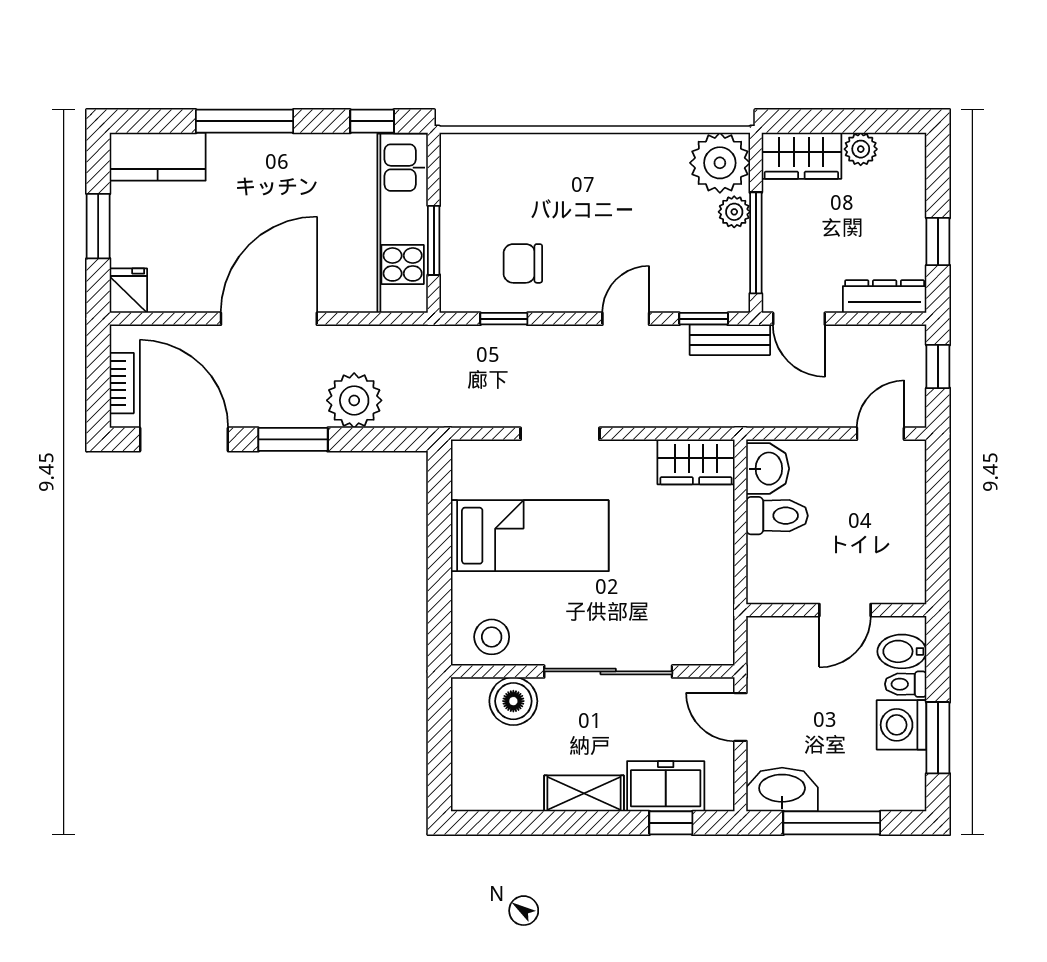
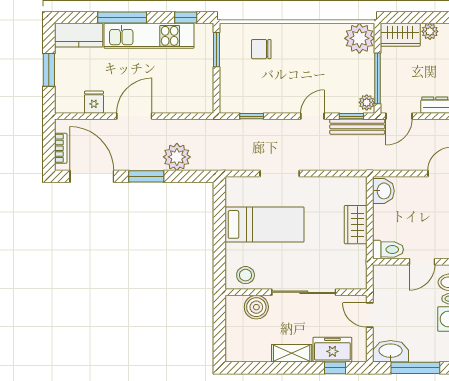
plant: (734, 212) -> (367, 102), moved
kitchen unit: (403, 223) -> (149, 36), moved, turned -90
window: (434, 240) -> (217, 50), moved
chair: (523, 263) -> (261, 49), moved
fridge: (128, 291) -> (94, 102), moved
door: (269, 319) -> (134, 116), width x0.73
door: (799, 319) -> (399, 116), hinge flipped
bench: (730, 340) -> (357, 127), width x1.36
wardrobe: (696, 462) -> (356, 225), moved, turned 90
toilet: (777, 516) -> (388, 249), moved

